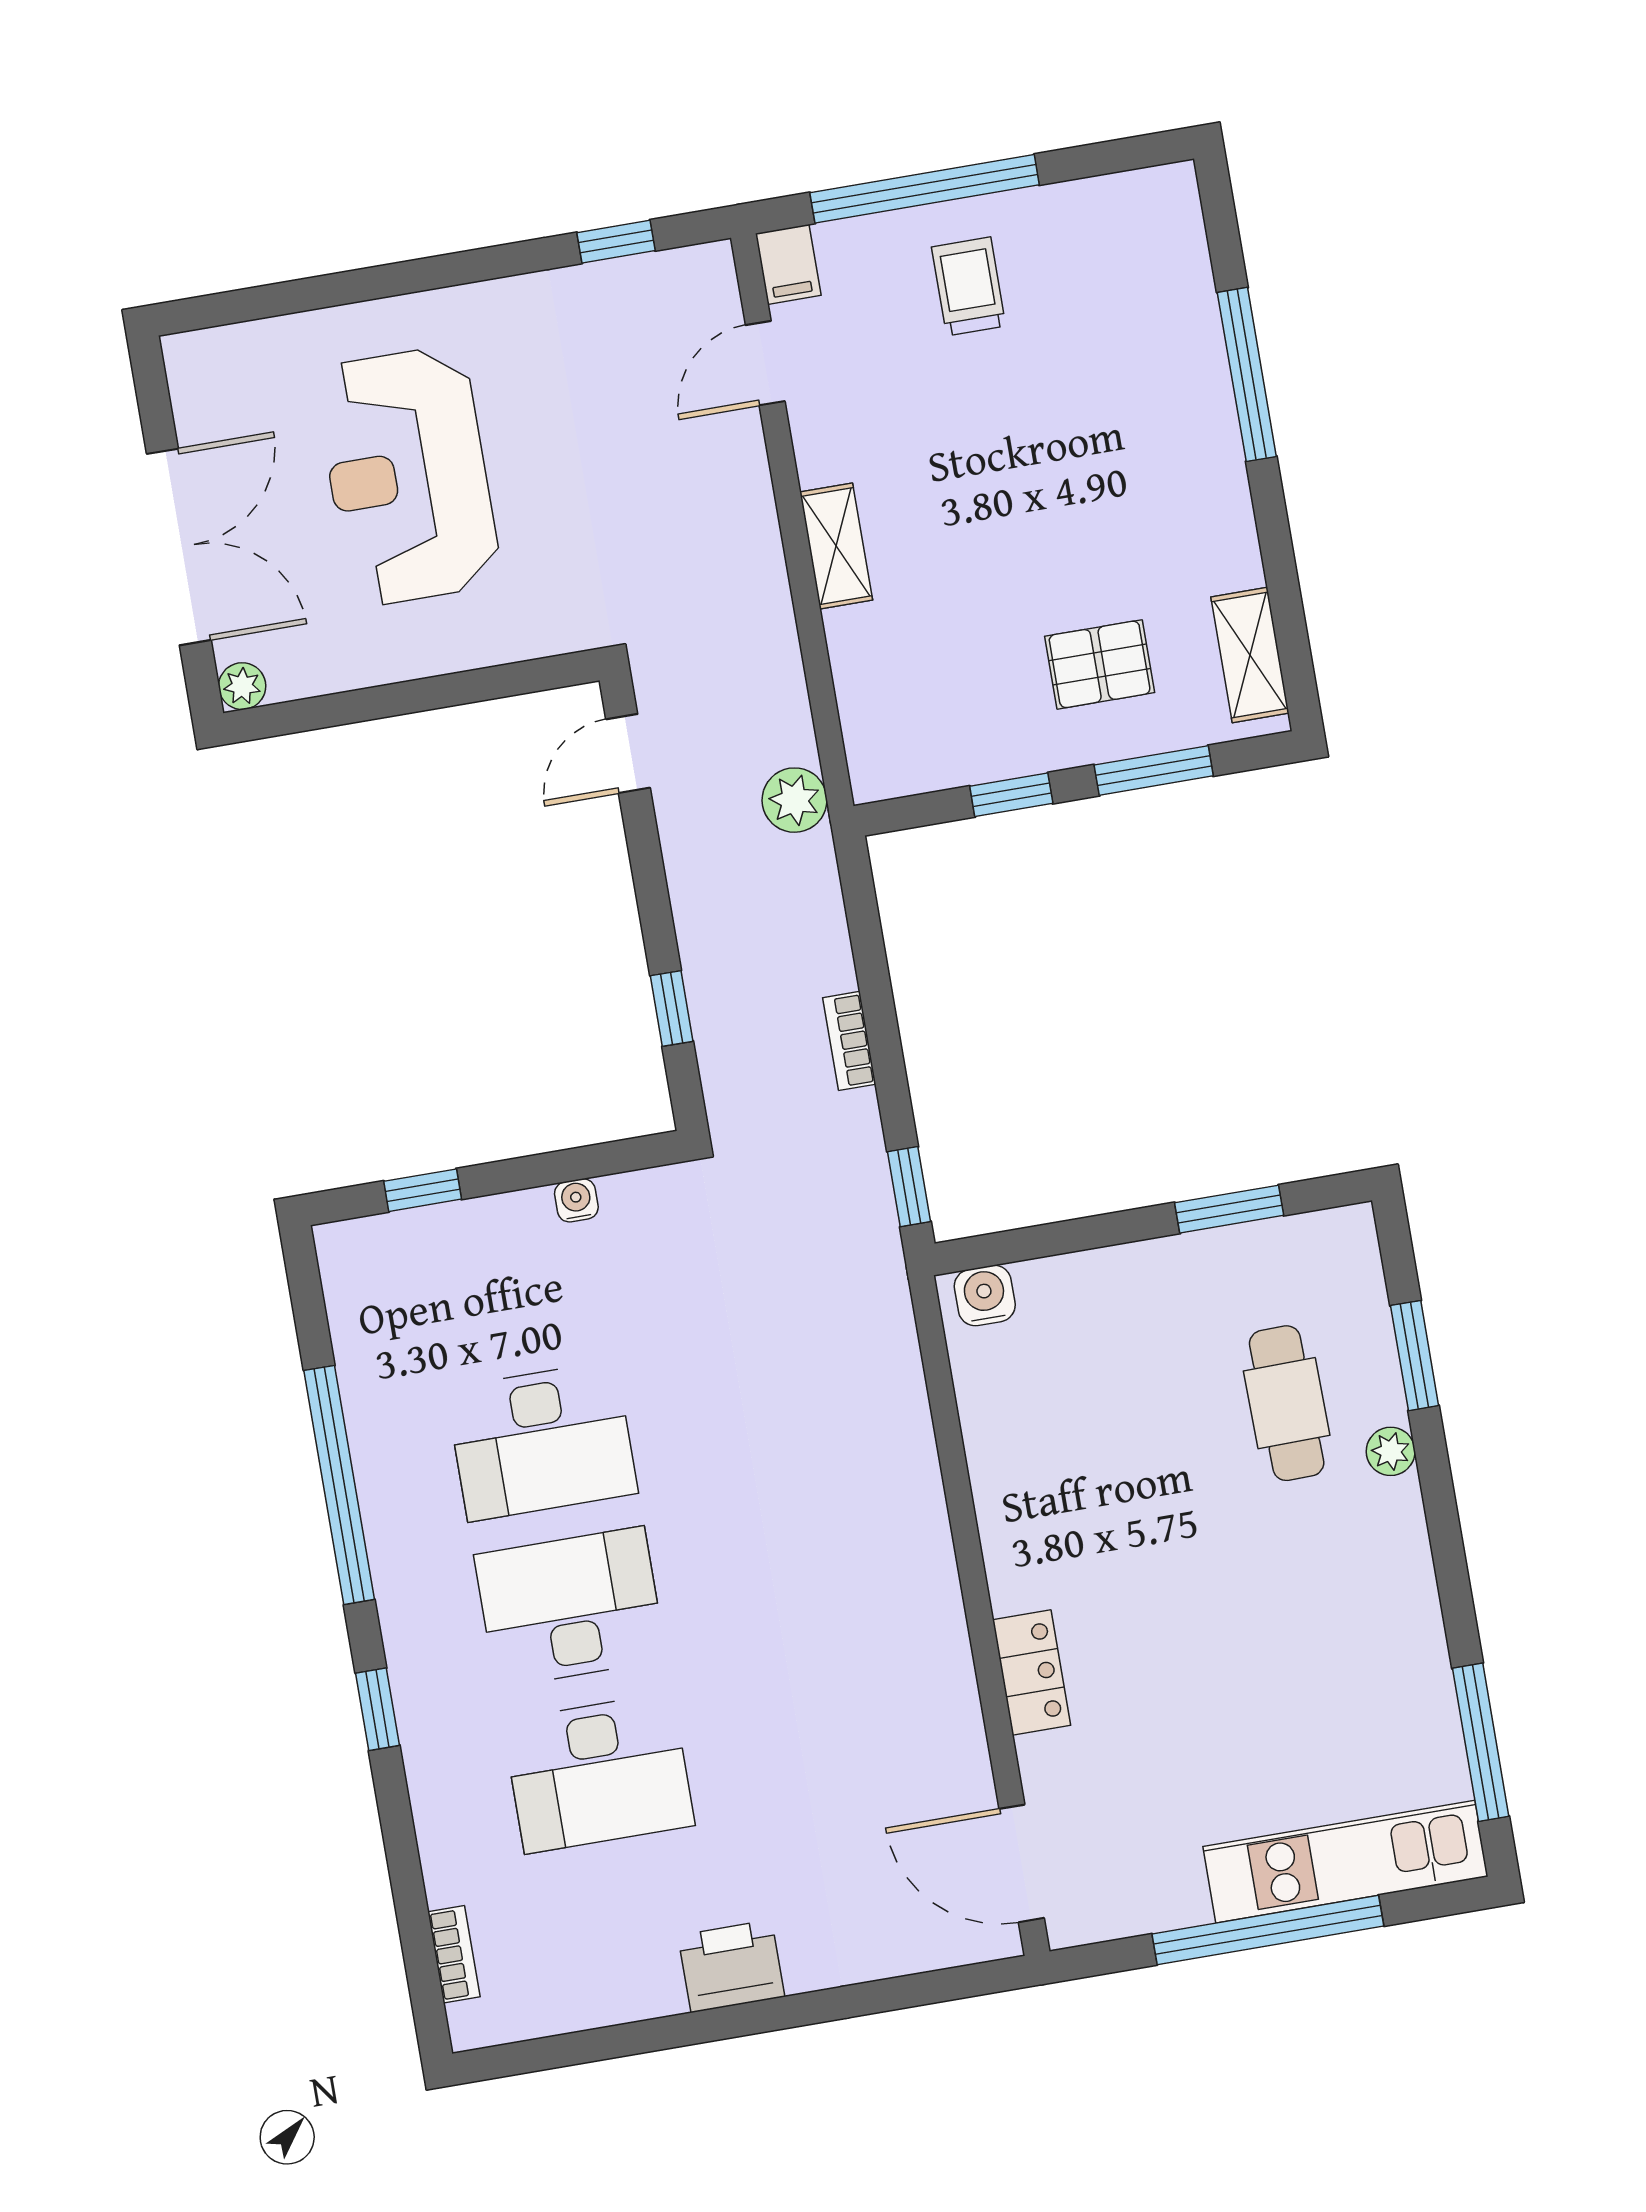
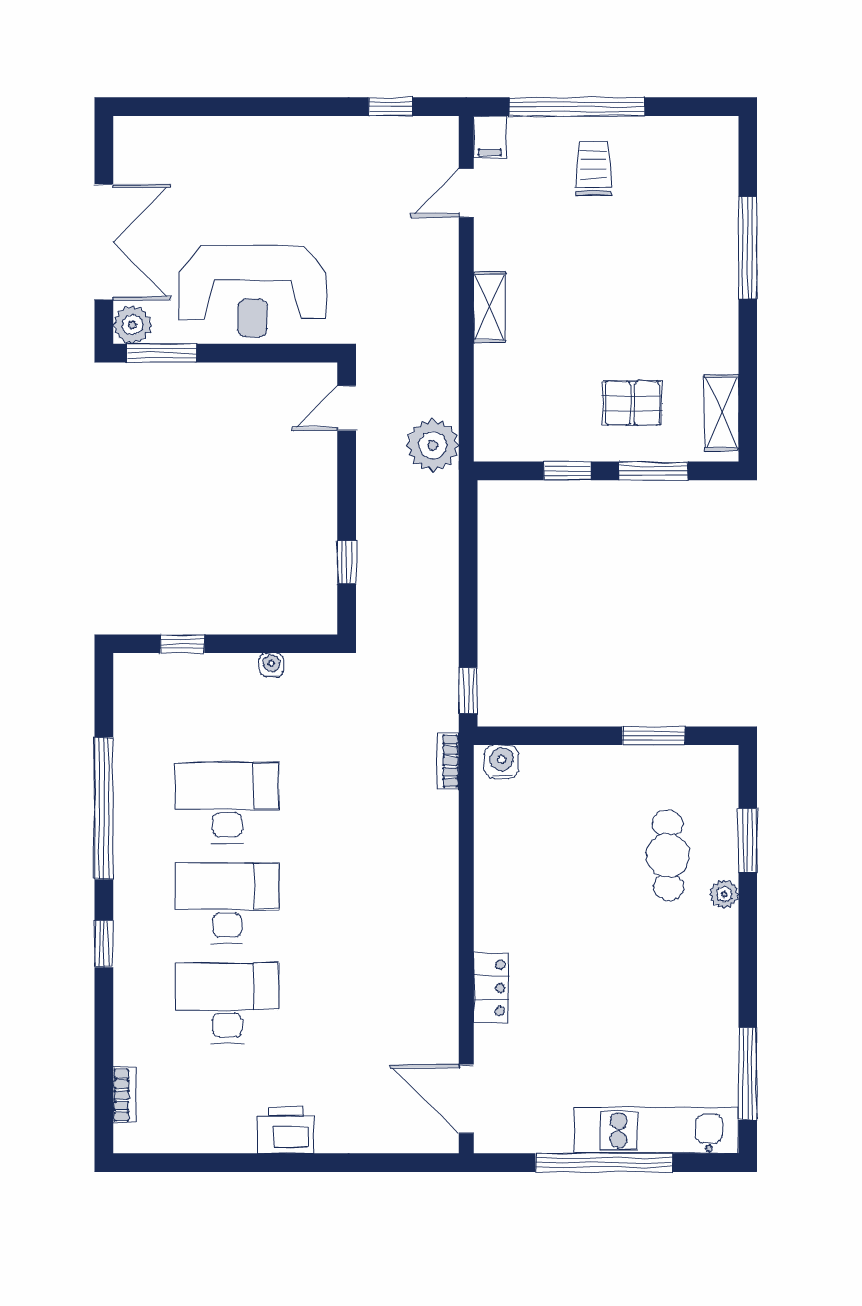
reception desk: (408, 476) -> (252, 291), moved, turned -90
plant: (242, 686) -> (132, 325), width x1.38, depth x1.38
window: (306, 715) -> (162, 353), added
plant: (795, 800) -> (433, 445), width x1.36, depth x1.36
bookcase: (849, 1041) -> (448, 761), moved
desk: (542, 1441) -> (227, 803), turned 180
desk: (599, 1773) -> (227, 1003), turned 180

